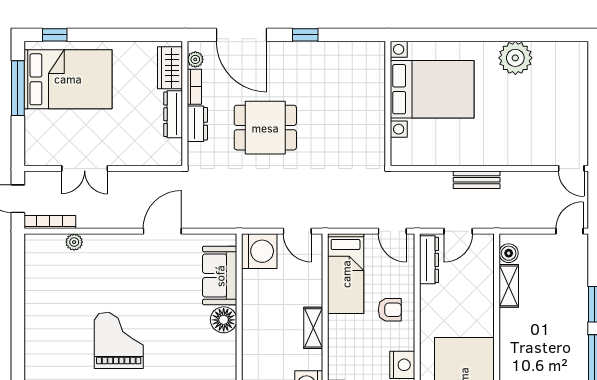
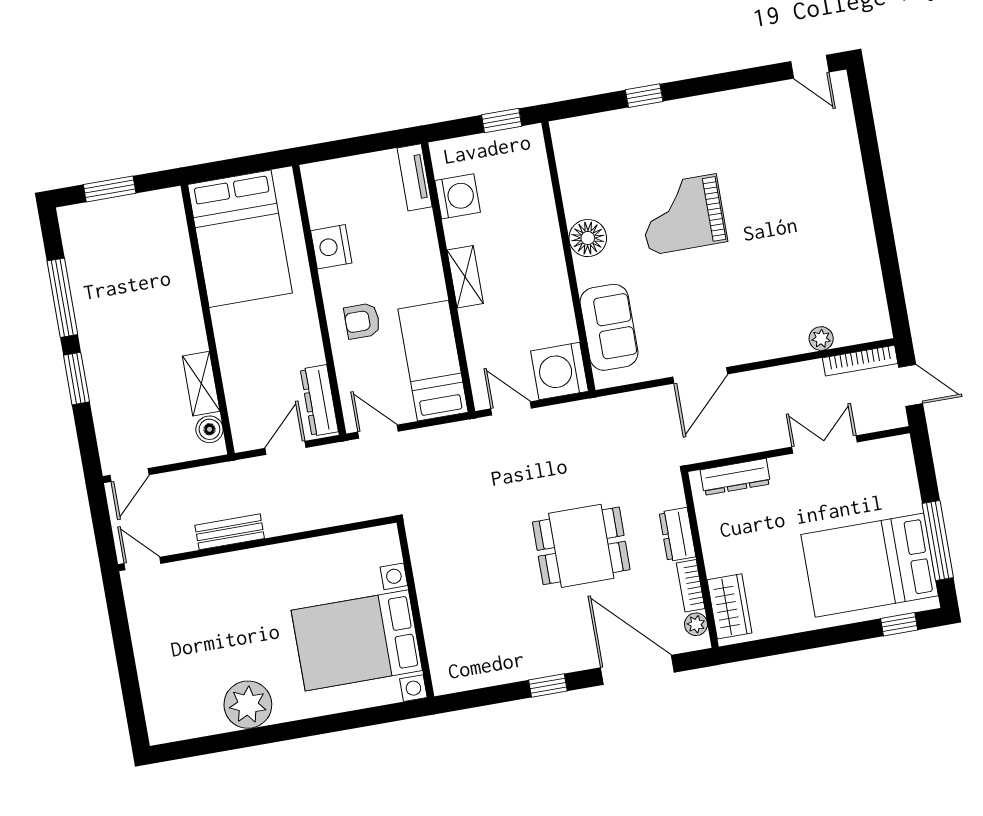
dresser: (173, 114) -> (735, 477), moved, turned 90
bench: (477, 180) -> (230, 532), moved
floor lamp: (224, 320) -> (588, 238), moved
grand piano: (119, 340) -> (682, 214), moved, turned 90

